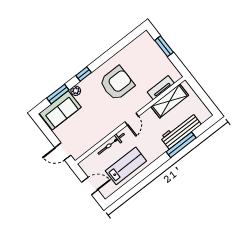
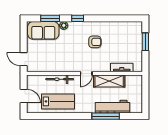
armchair: (117, 83) -> (95, 42), width x0.53, depth x0.53
shelving: (170, 101) -> (109, 81), moved

